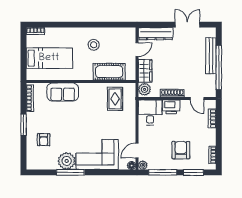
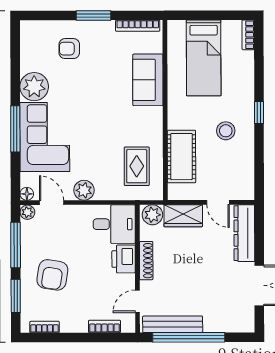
window: (83, 25) -> (259, 113), added
bench: (211, 56) -> (173, 324), moved
rug: (115, 99) -> (137, 166), turned 90
plant: (130, 131) -> (84, 190), added
armchair: (181, 150) -> (52, 275), turned 99
window: (70, 172) -> (15, 129), moved

